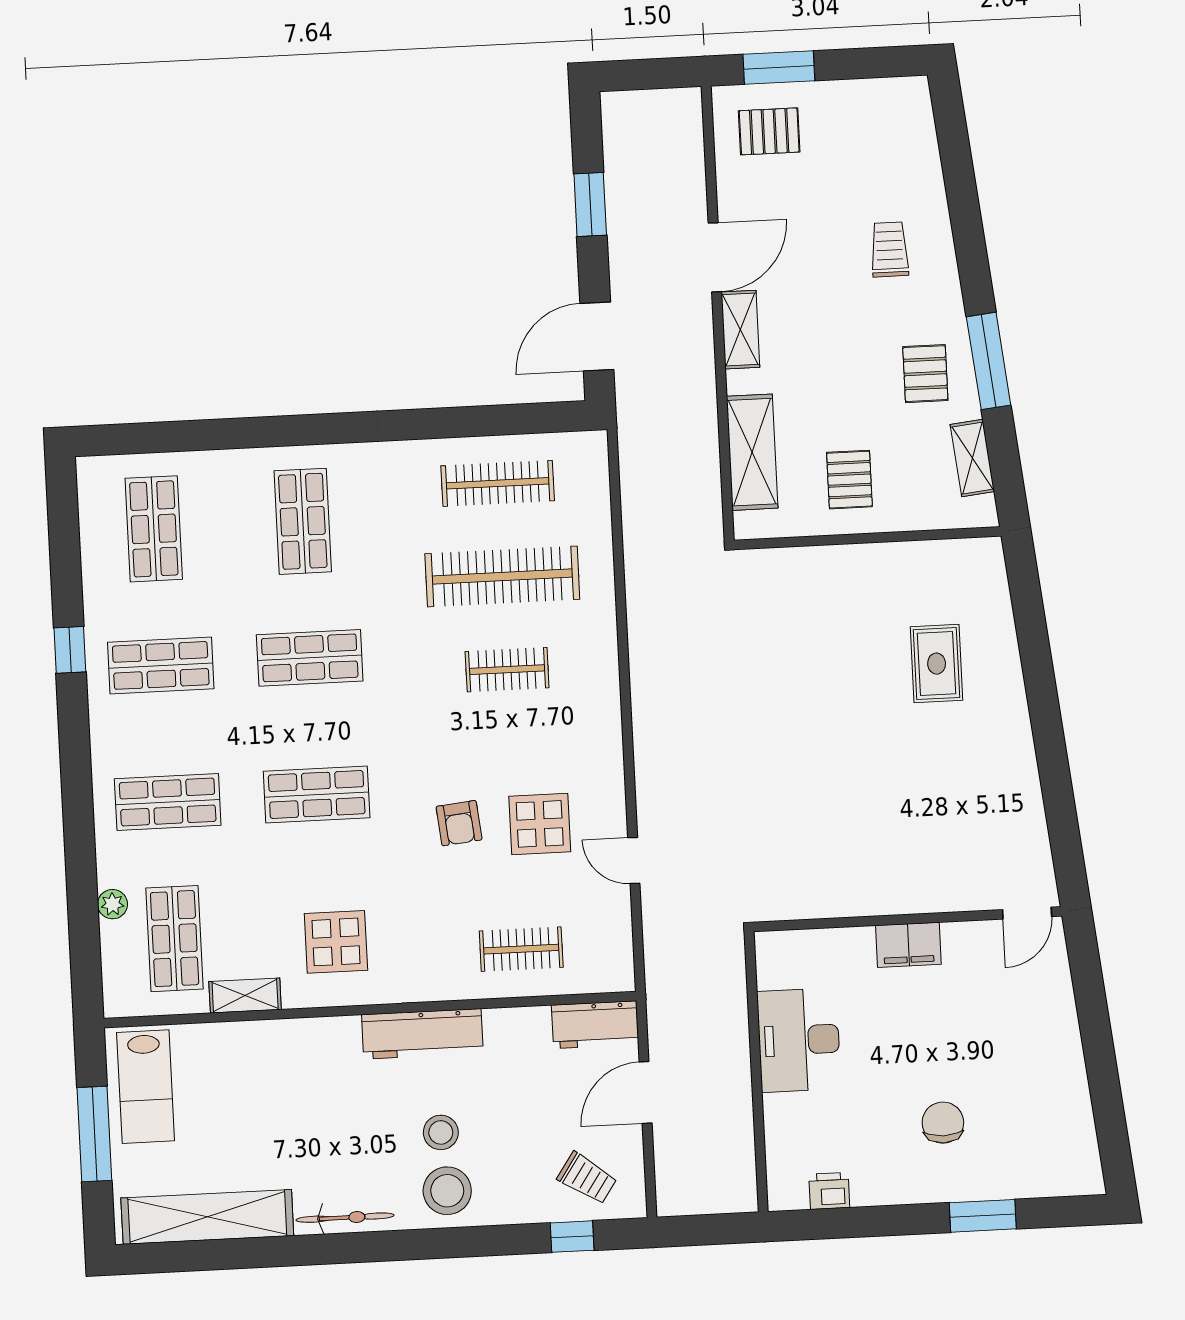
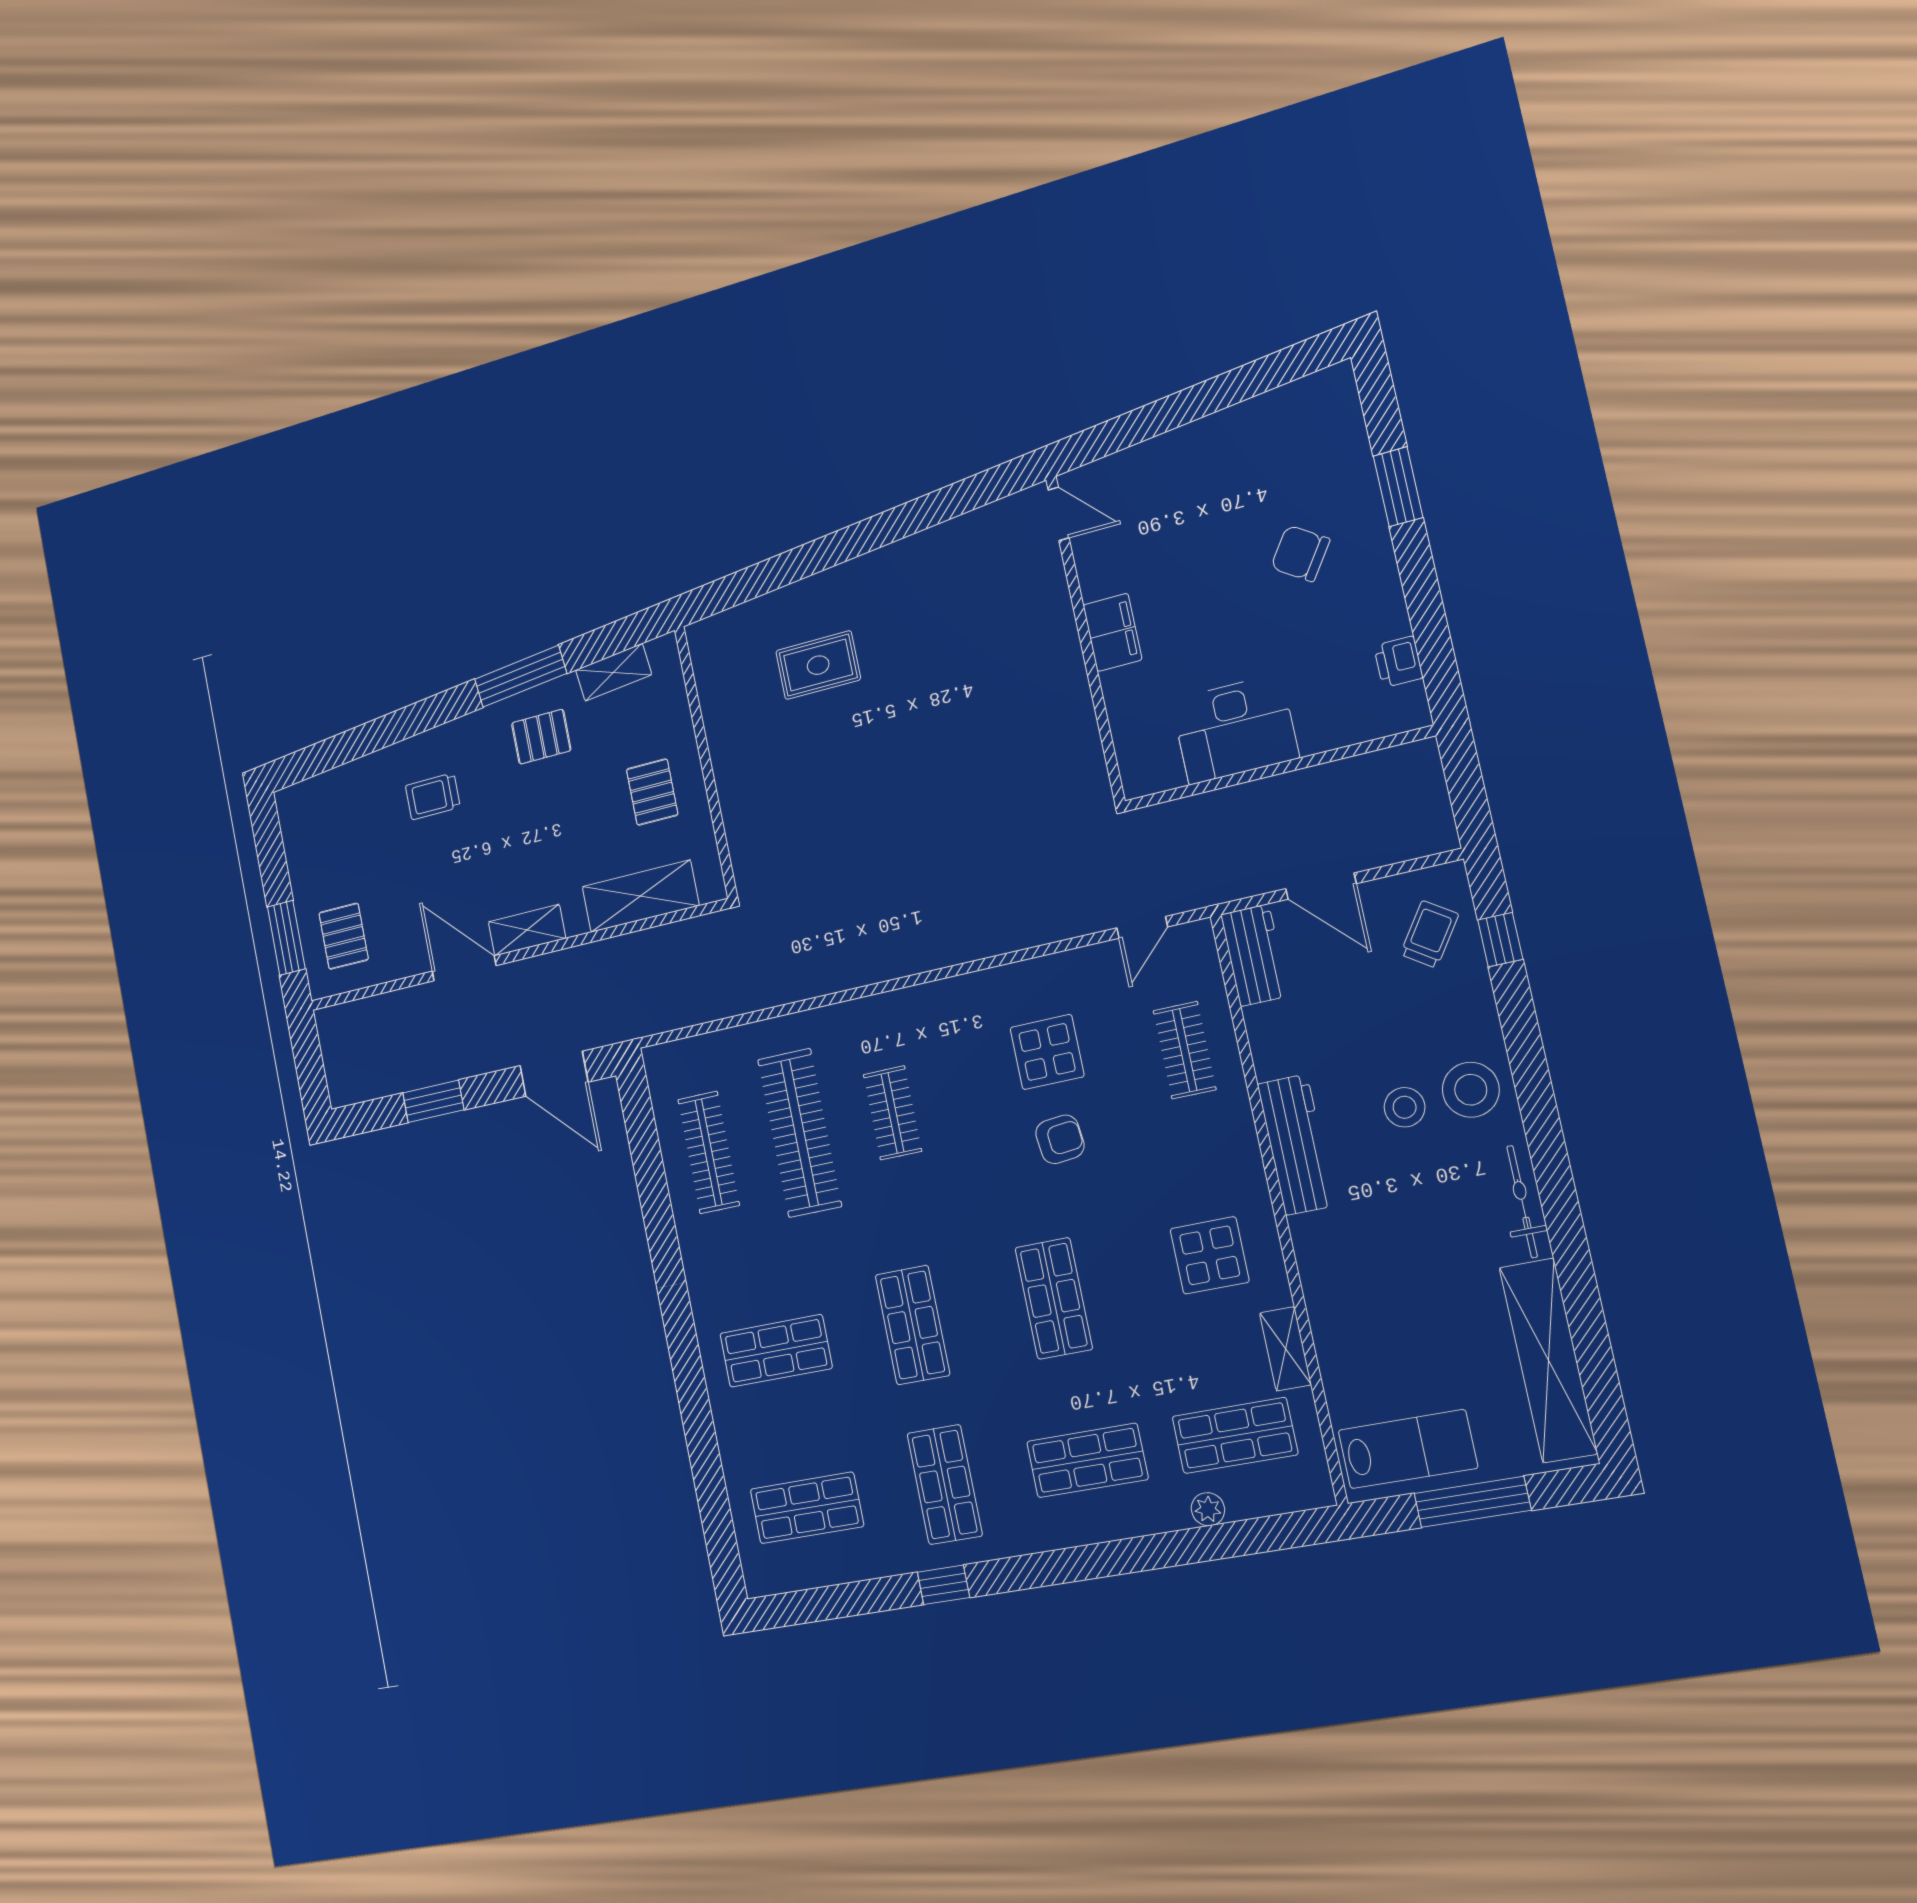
pallet: (849, 480) -> (652, 792), turned 90
shop shelf: (168, 802) -> (1087, 1460), turned 90
door: (634, 861) -> (1142, 927), moved
chair: (943, 1123) -> (1300, 553), turned 34

